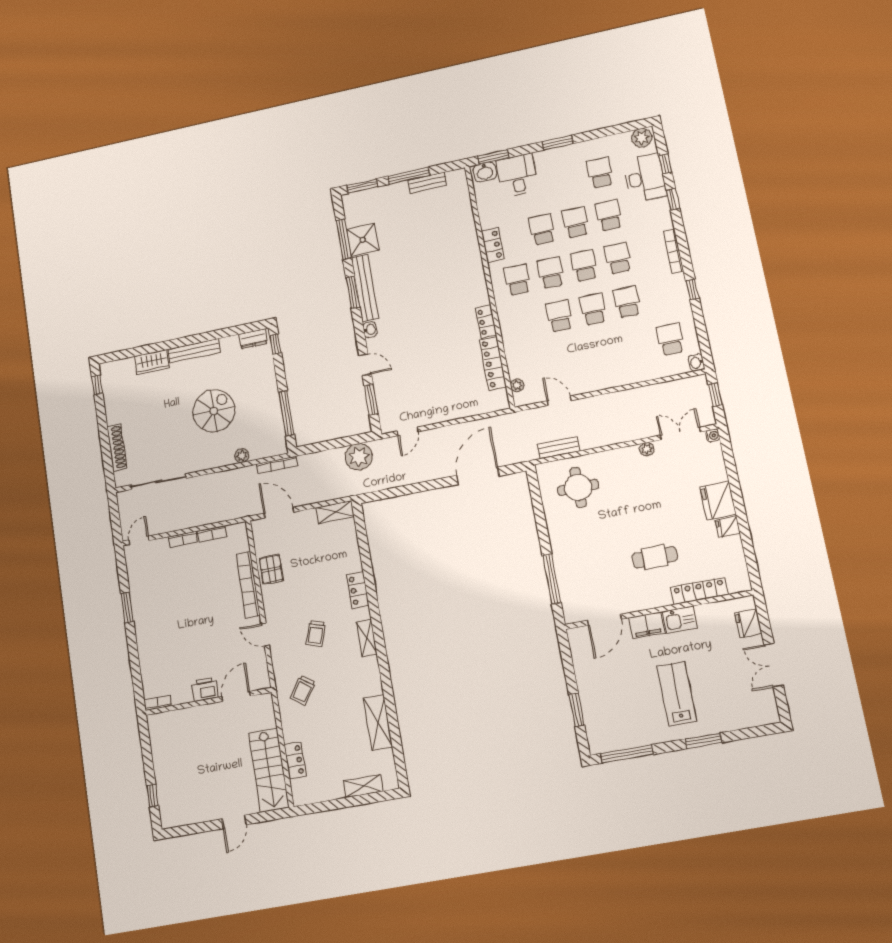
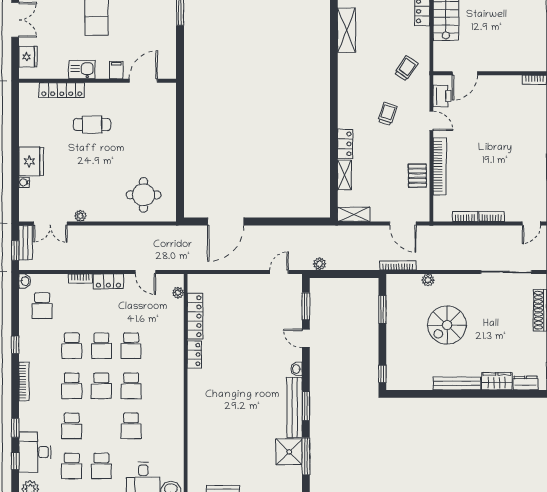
school desk: (575, 222) -> (101, 466), moved
locker: (493, 245) -> (108, 281), moved, turned -90
school desk: (517, 280) -> (161, 386), removed
dresser: (253, 339) -> (526, 383), moved
bookcase: (632, 378) -> (80, 279), added
window: (286, 413) -> (382, 310), width x0.69
water cooler: (713, 436) -> (24, 182), moved
bench: (558, 448) -> (26, 243), moved, turned 90
plant: (359, 457) -> (320, 264), width x0.53, depth x0.53
fridge: (728, 527) -> (28, 138), removed
window: (552, 579) -> (180, 122), removed
filing cabinet: (647, 625) -> (116, 70), width x0.50
shelving: (367, 638) -> (344, 175), moved
printer: (205, 689) -> (442, 96), moved, turned -90

